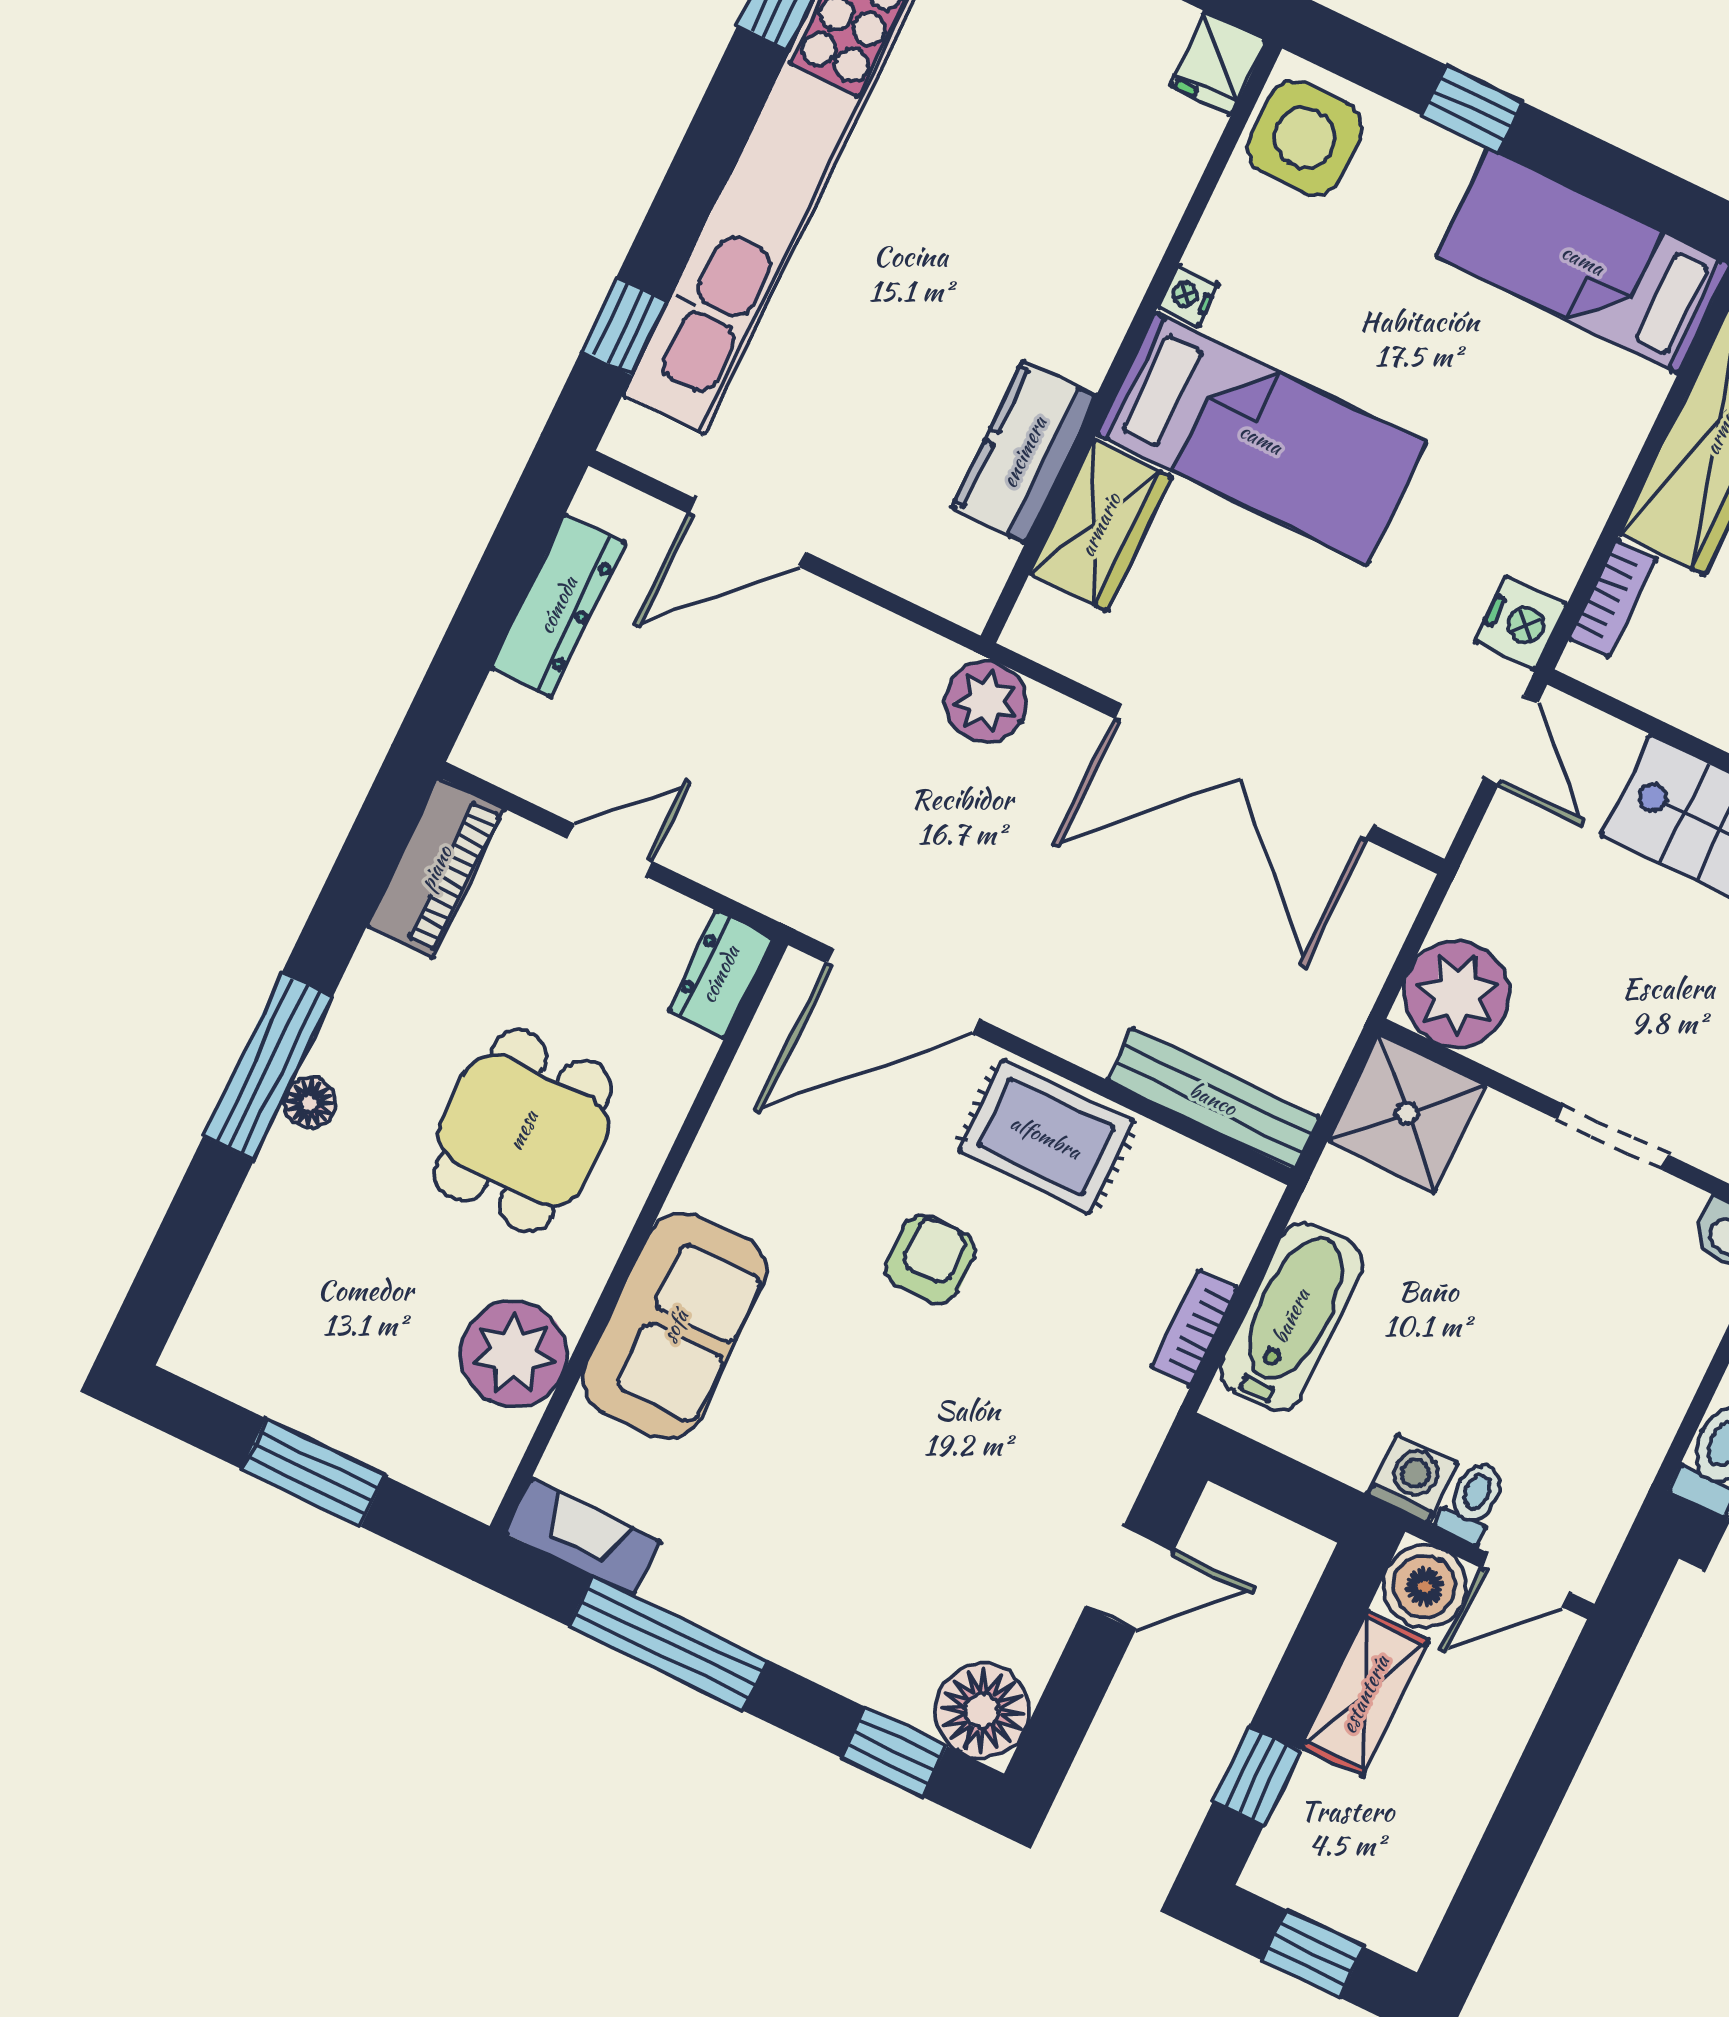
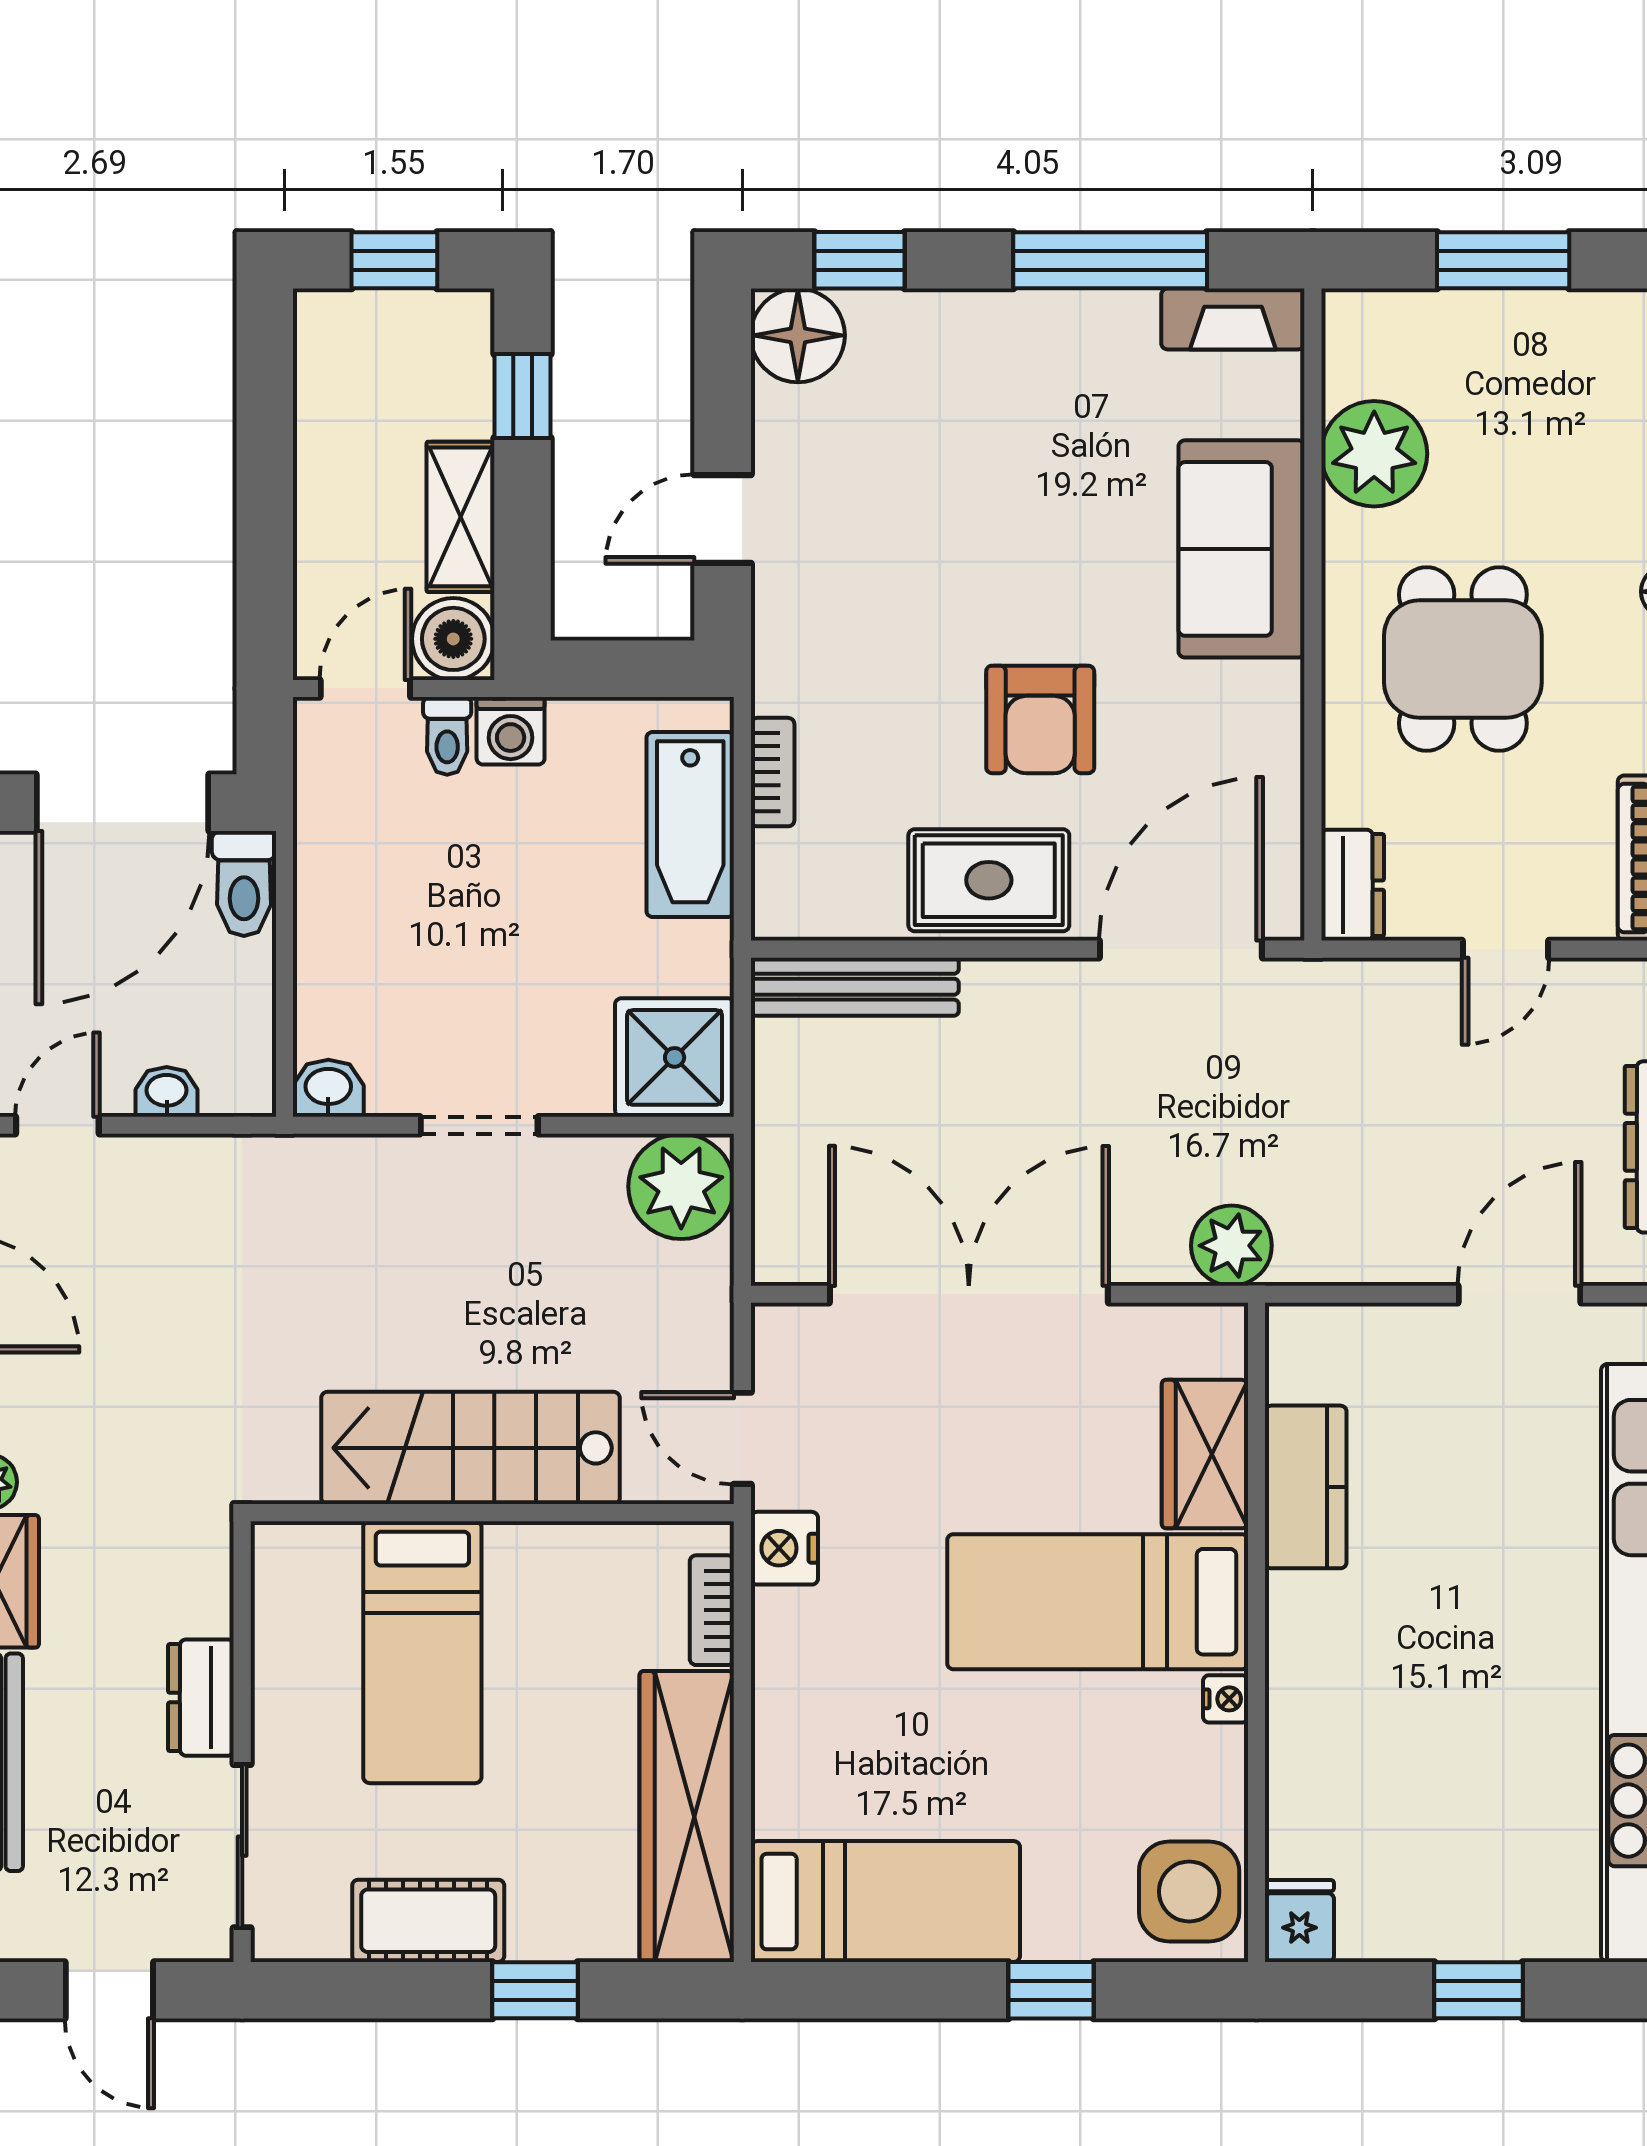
armchair: (930, 1259) -> (1040, 719), width x1.38, depth x1.38

